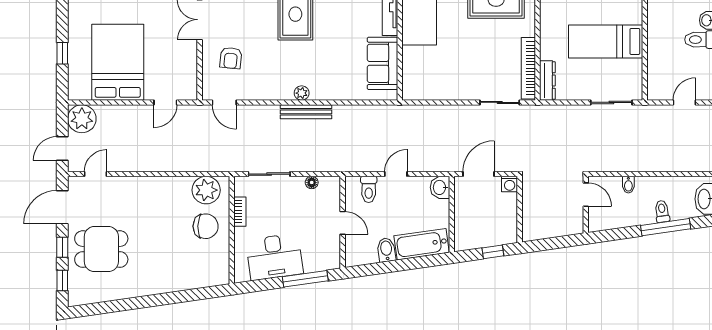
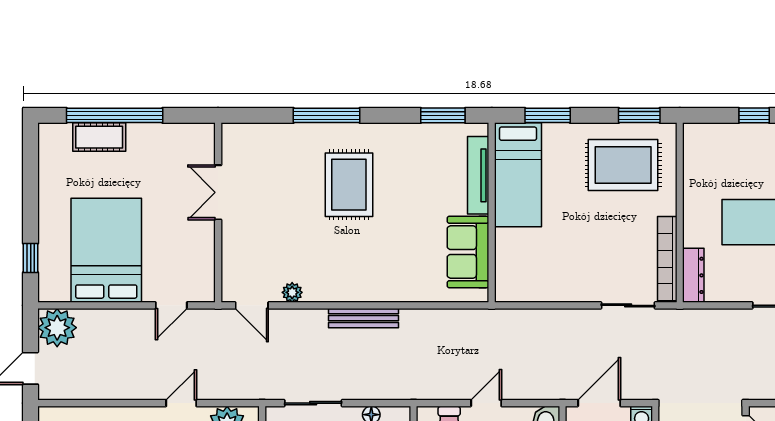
window: (62, 53) -> (31, 258), moved
armchair: (231, 58) -> (261, 245), removed
plant: (302, 93) -> (292, 292), moved
door: (95, 174) -> (181, 403), moved

